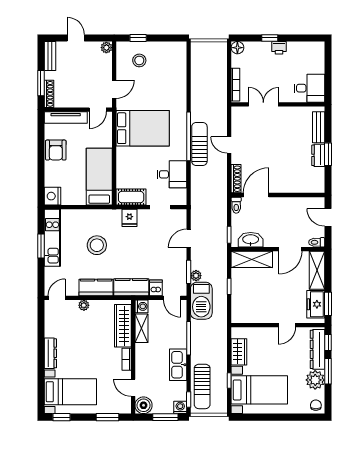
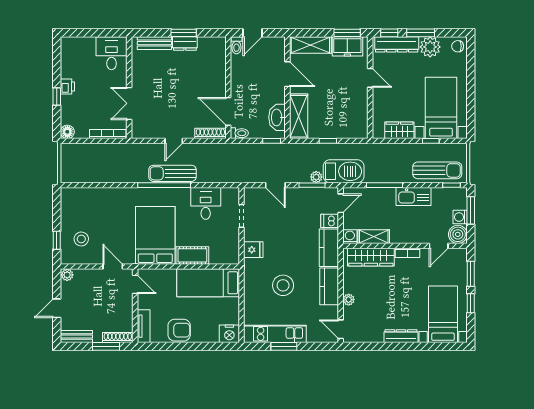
tv unit: (66, 118) -> (144, 326), width x0.71
cot: (131, 197) -> (192, 255), moved, turned 90
toilet: (317, 242) -> (236, 45), moved
washing machine: (180, 407) -> (460, 217), moved
window: (62, 417) -> (471, 303), moved

